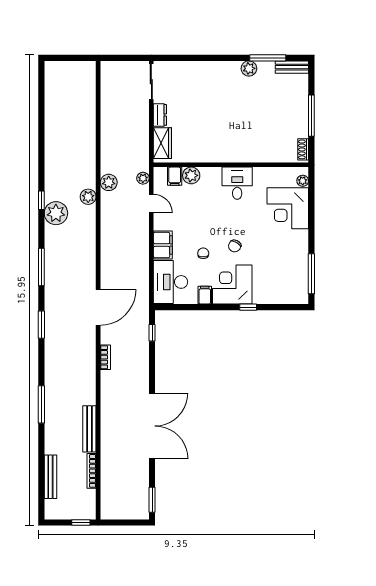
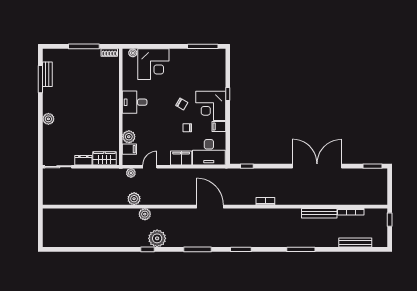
bench: (292, 67) -> (47, 74), moved
plant: (249, 68) -> (48, 119), moved
door: (98, 307) -> (210, 207), moved

